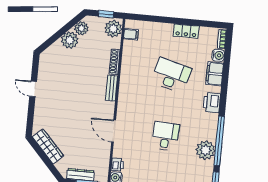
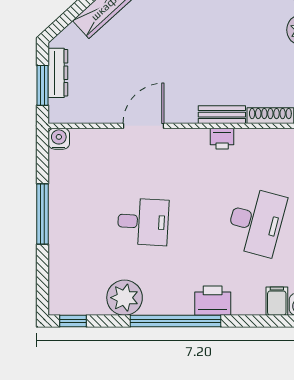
filing cabinet: (215, 74) -> (277, 301), width x0.50
window: (219, 141) -> (175, 321), moved
printer: (117, 165) -> (222, 139), moved

